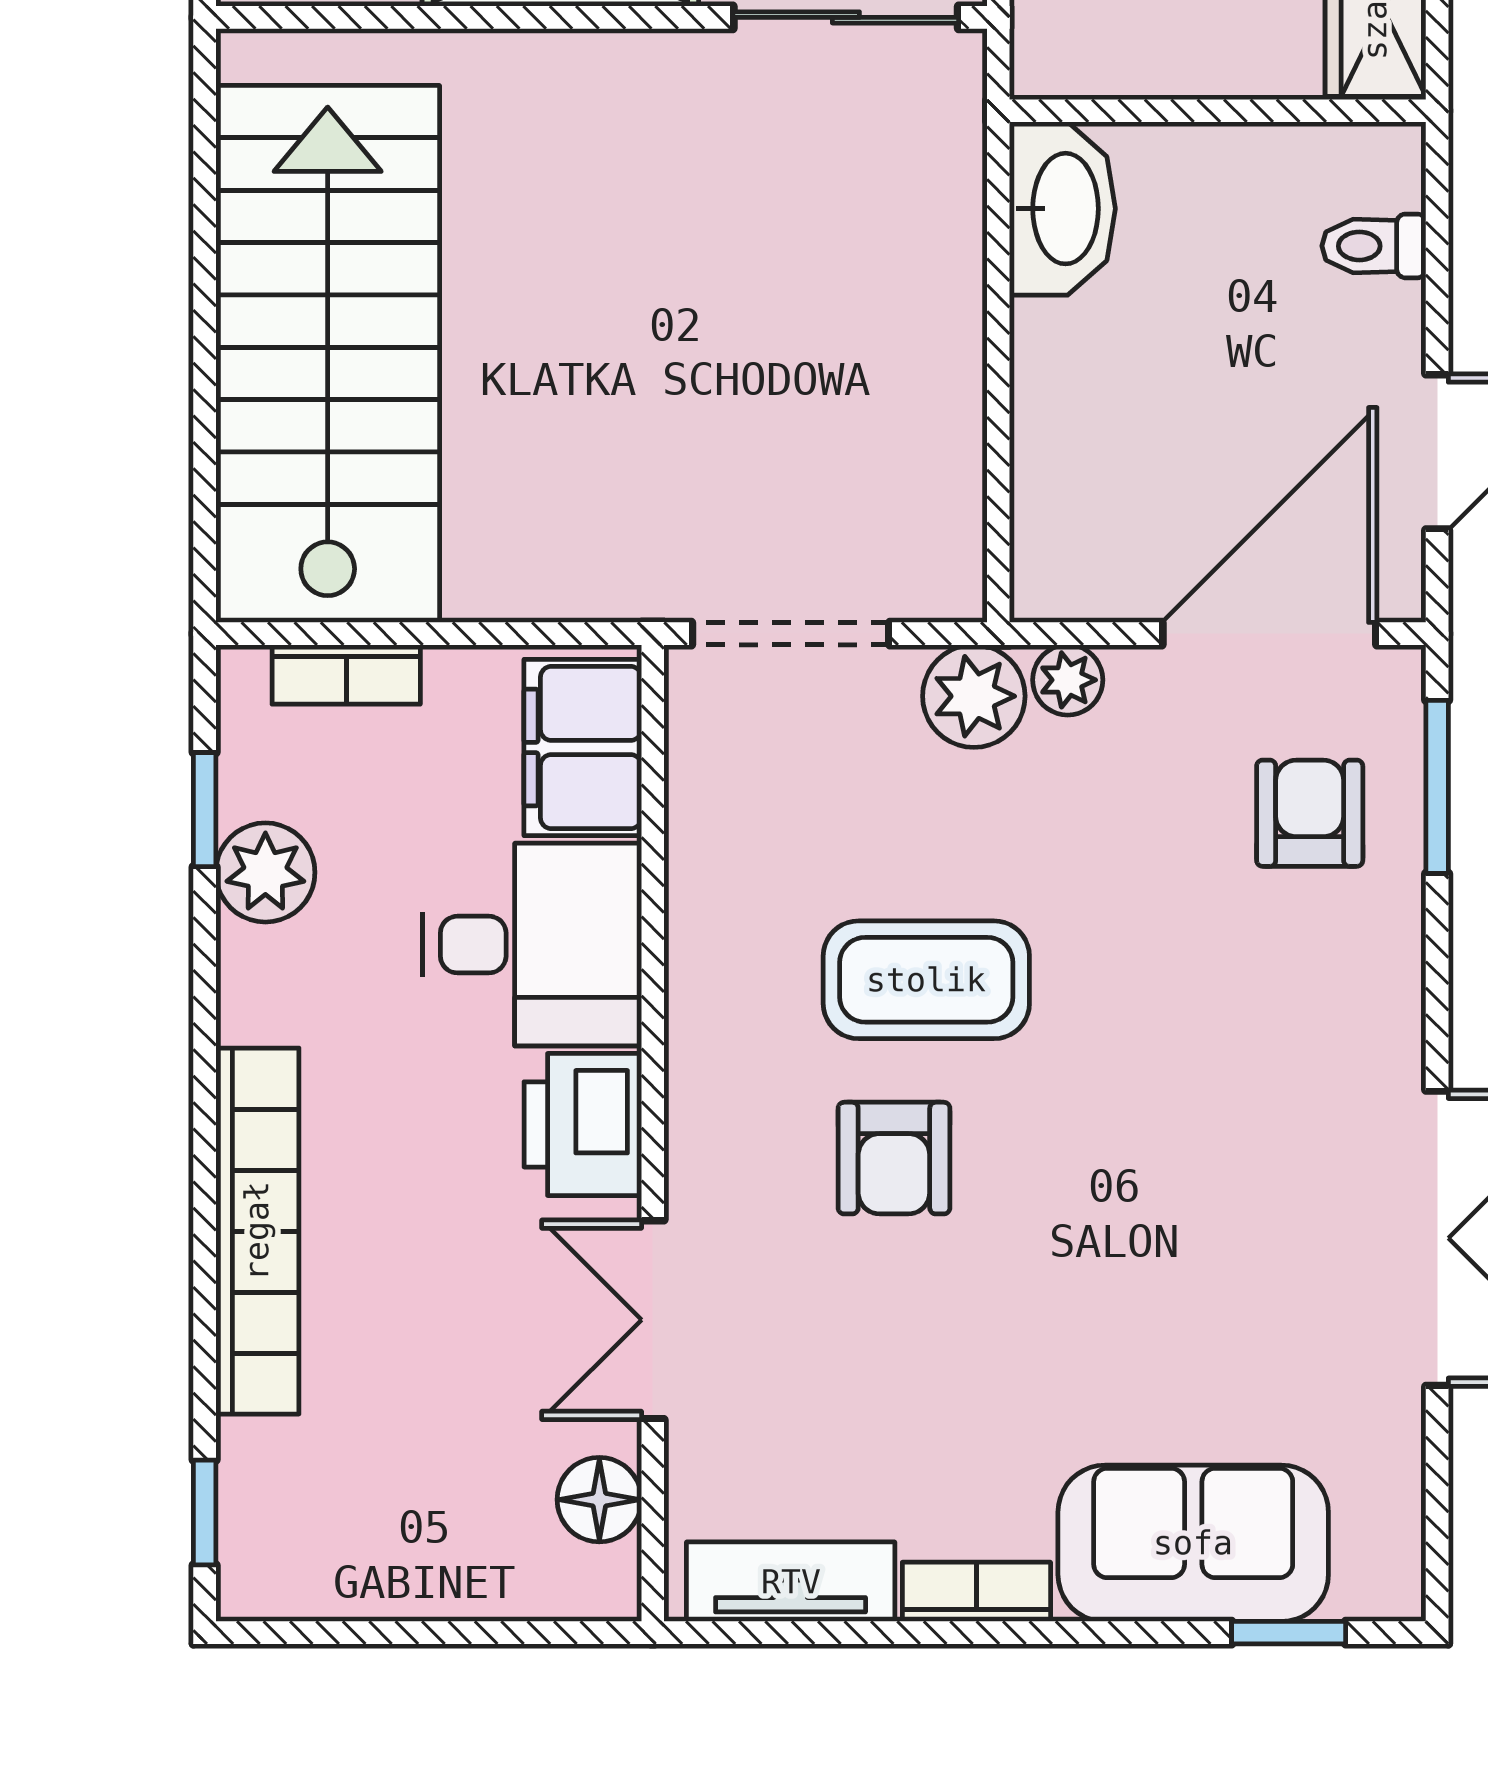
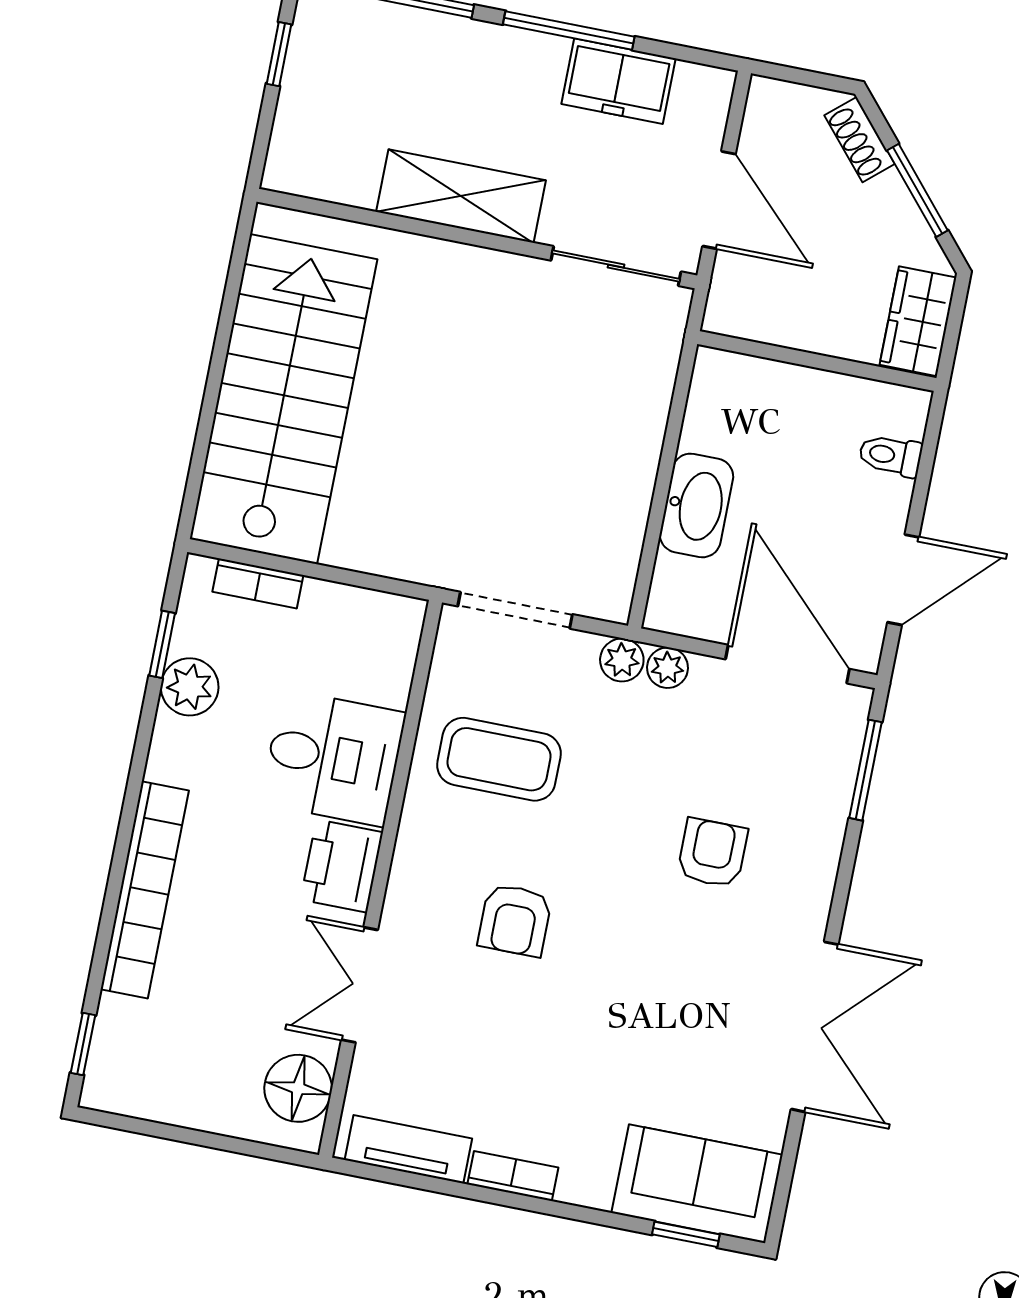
washbasin: (1062, 209) -> (696, 505), moved
door: (1269, 634) -> (787, 664), hinge flipped
plant: (974, 696) -> (622, 660), width x0.73, depth x0.73
filing cabinet: (583, 748) -> (384, 652), removed
armchair: (1310, 813) -> (712, 853), moved
coffee table: (926, 980) -> (499, 759), moved
floor lamp: (599, 1500) -> (298, 1088), width x1.38, depth x1.38
sofa: (1193, 1543) -> (697, 1184), moved

